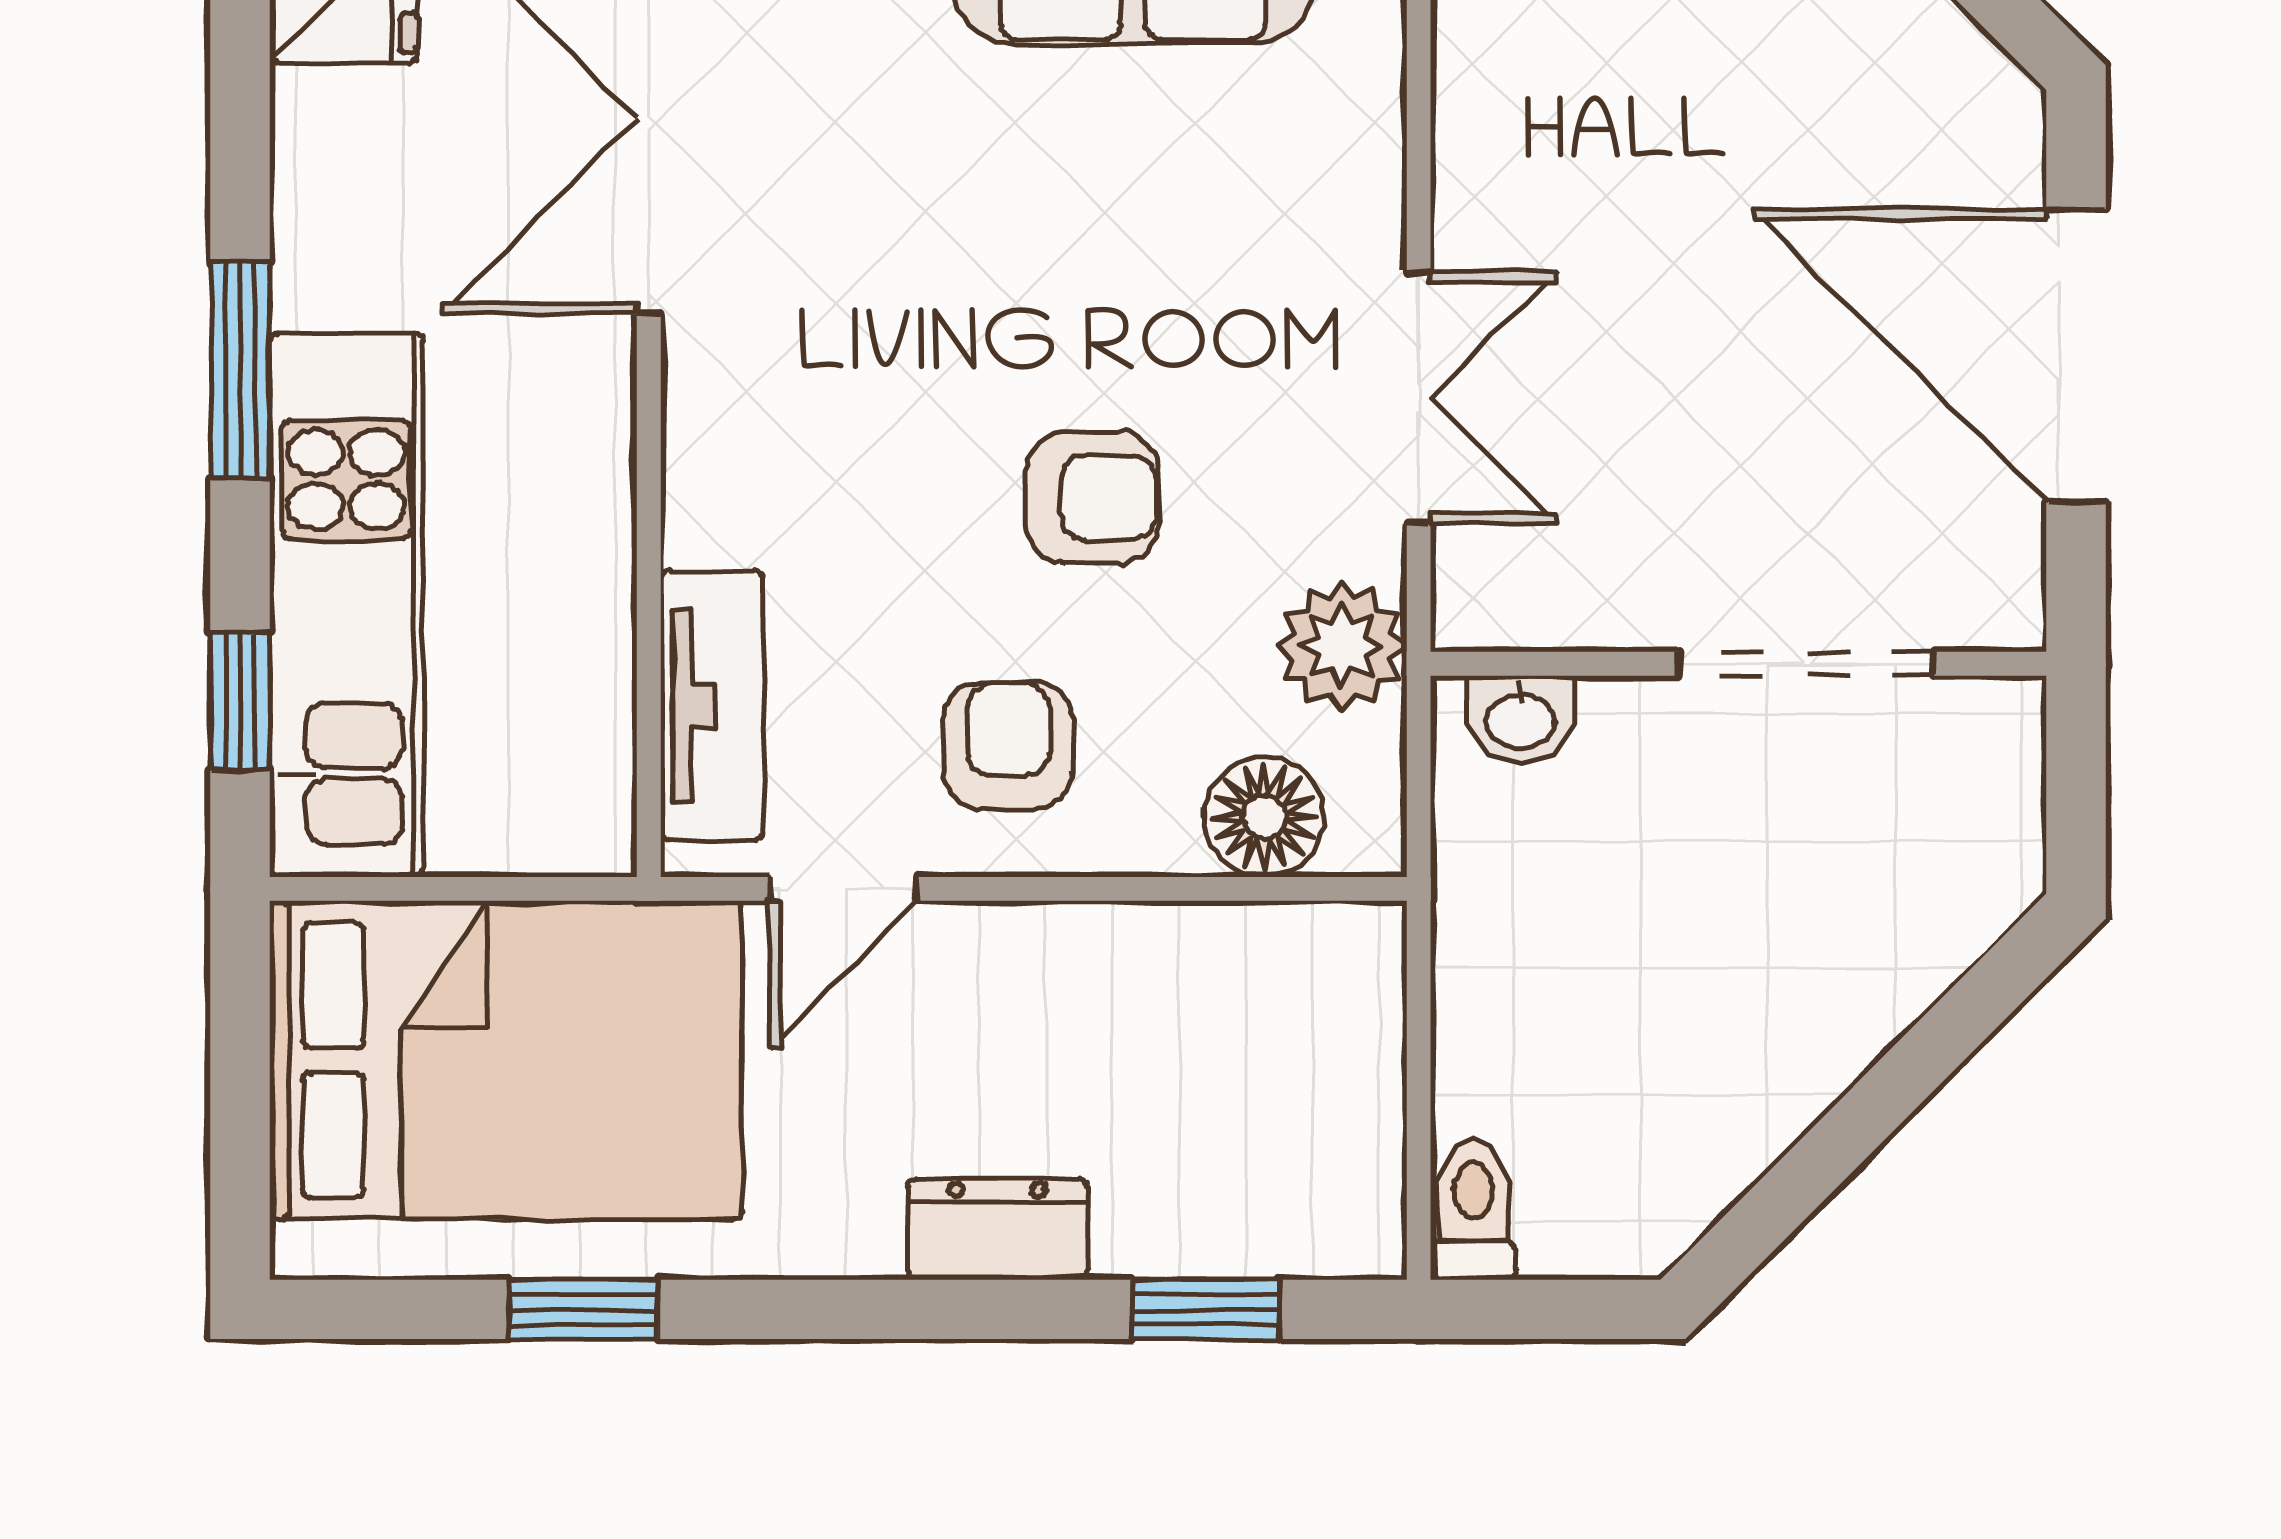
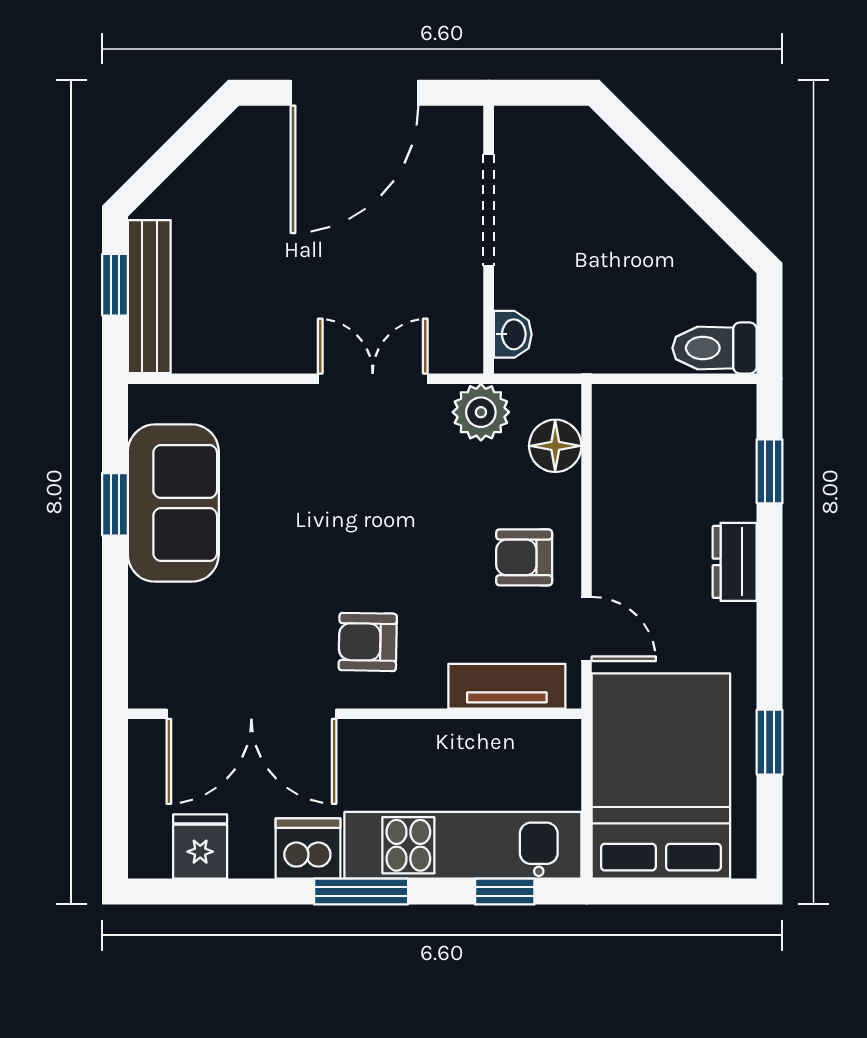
dishwasher: (339, 249) -> (308, 848), added
armchair: (1093, 497) -> (368, 642), moved, turned -89
toilet: (1473, 1210) -> (715, 348), width x1.37, depth x1.39

